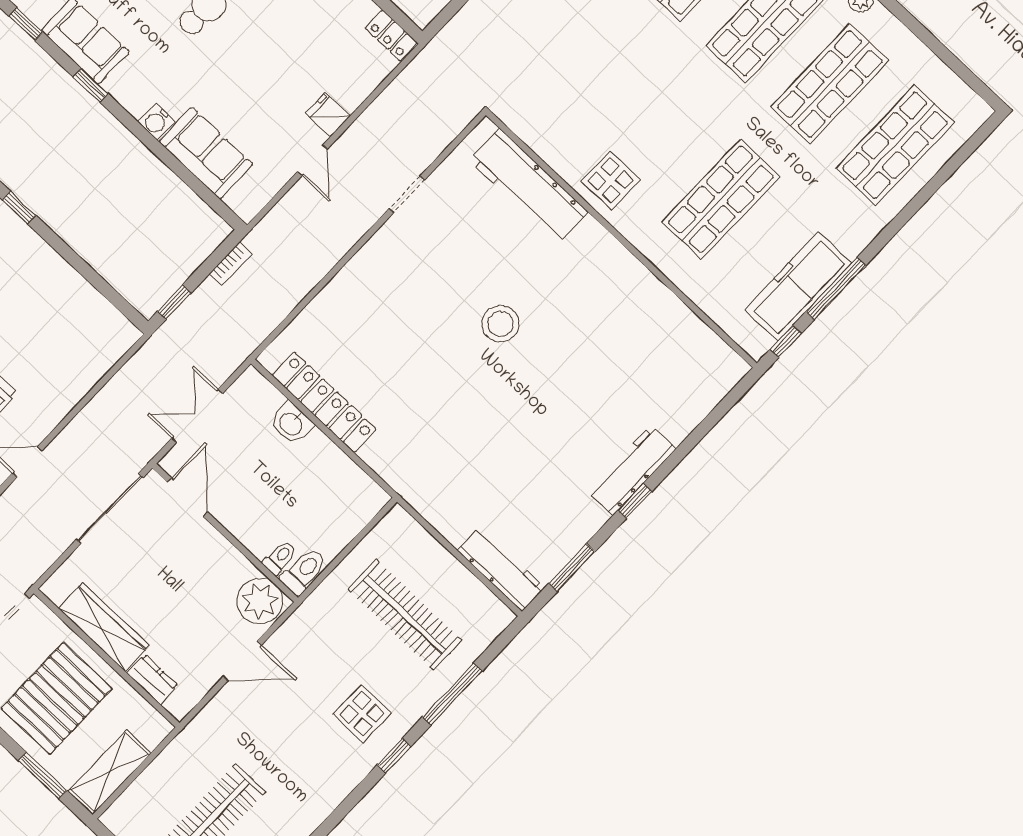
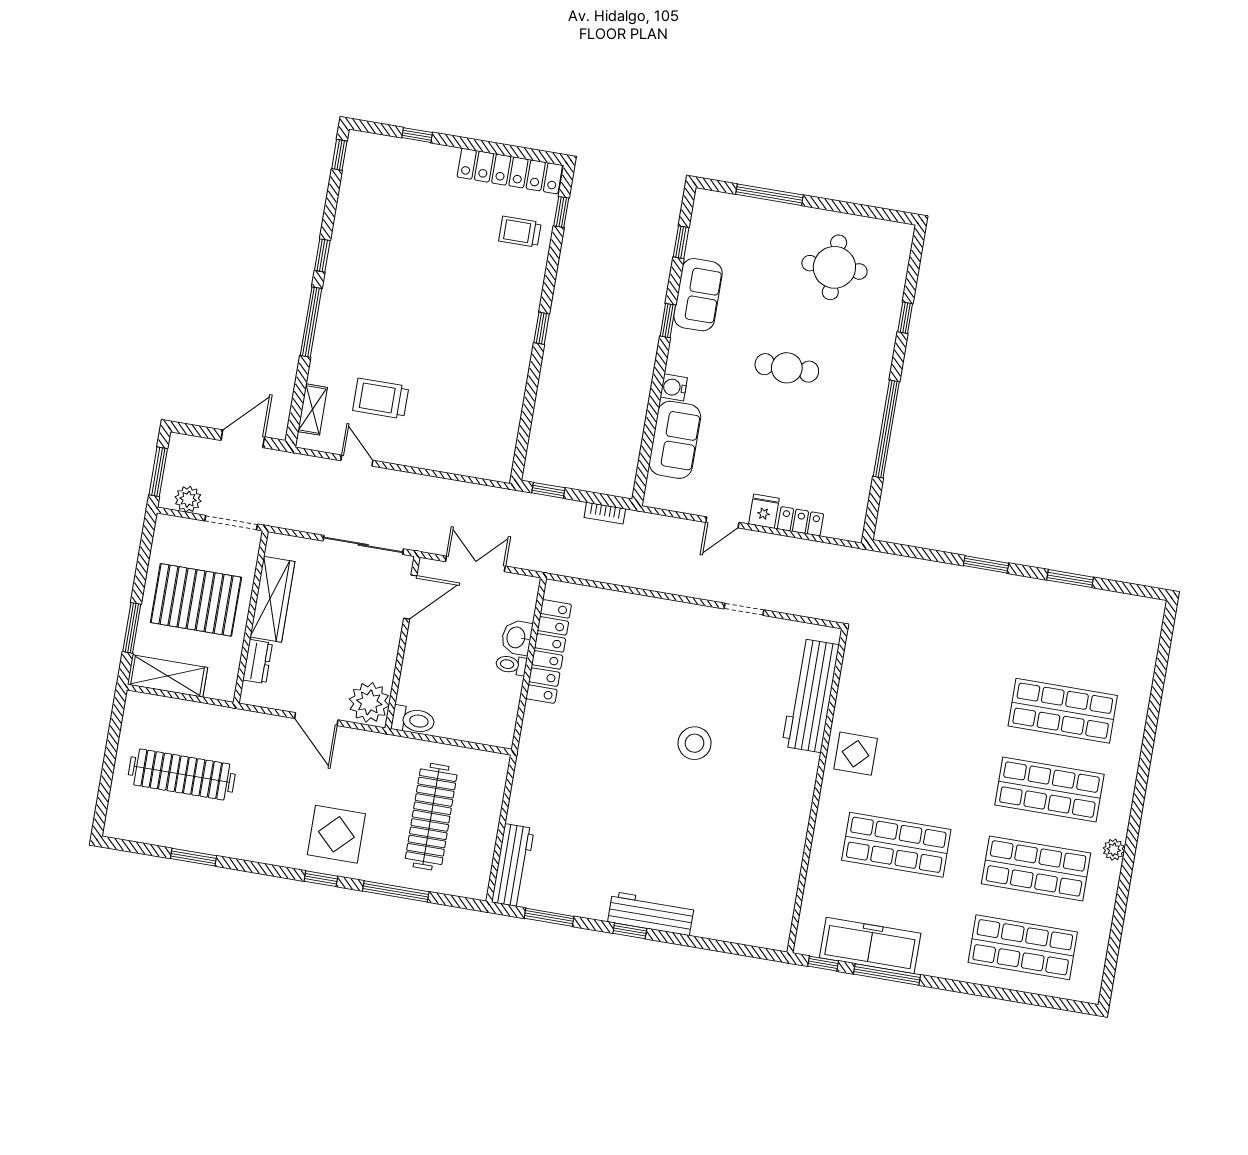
locker: (391, 35) -> (800, 521), moved, turned 90
toilet: (280, 558) -> (511, 665), moved, turned 180
display table: (362, 714) -> (336, 834), width x1.36, depth x1.36

